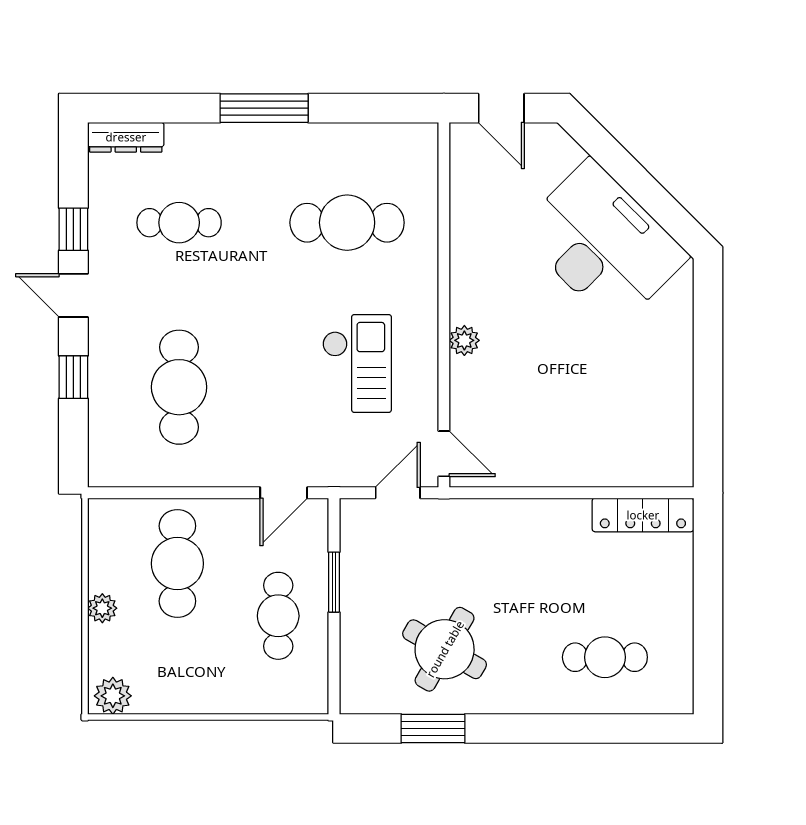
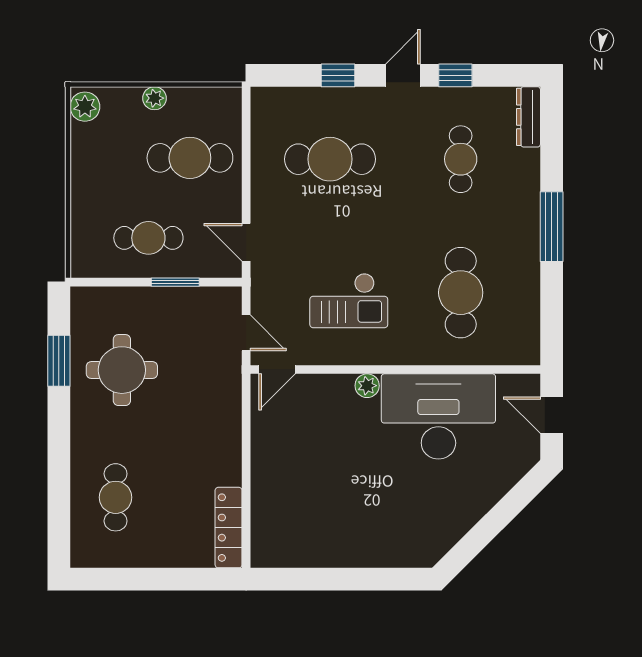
door: (501, 108) -> (552, 415), hinge flipped
desk: (603, 244) -> (438, 416), moved, turned -135
round table: (445, 649) -> (122, 370), turned -30

